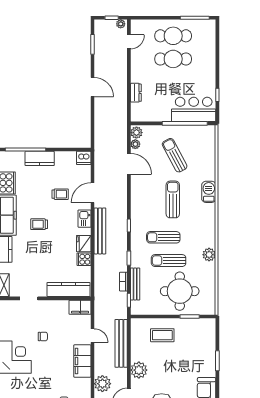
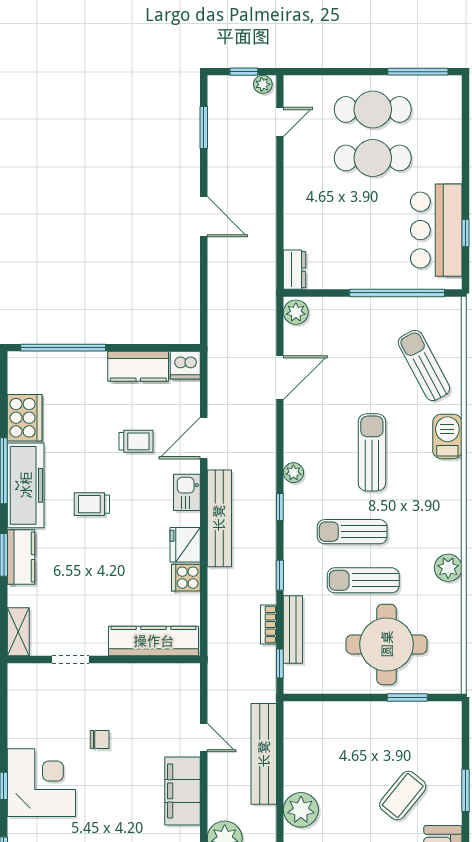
dresser: (136, 93) -> (295, 270), moved
bar counter: (194, 109) -> (436, 230), moved, turned -90
plant: (135, 144) -> (293, 473), moved
sun lounger: (175, 155) -> (424, 366), moved
kitchen counter: (40, 158) -> (138, 366), moved
door: (129, 164) -> (280, 378), hinge flipped
filing cabinet: (80, 307) -> (178, 678), removed
coffee table: (162, 335) -> (403, 796), moved, turned -51

